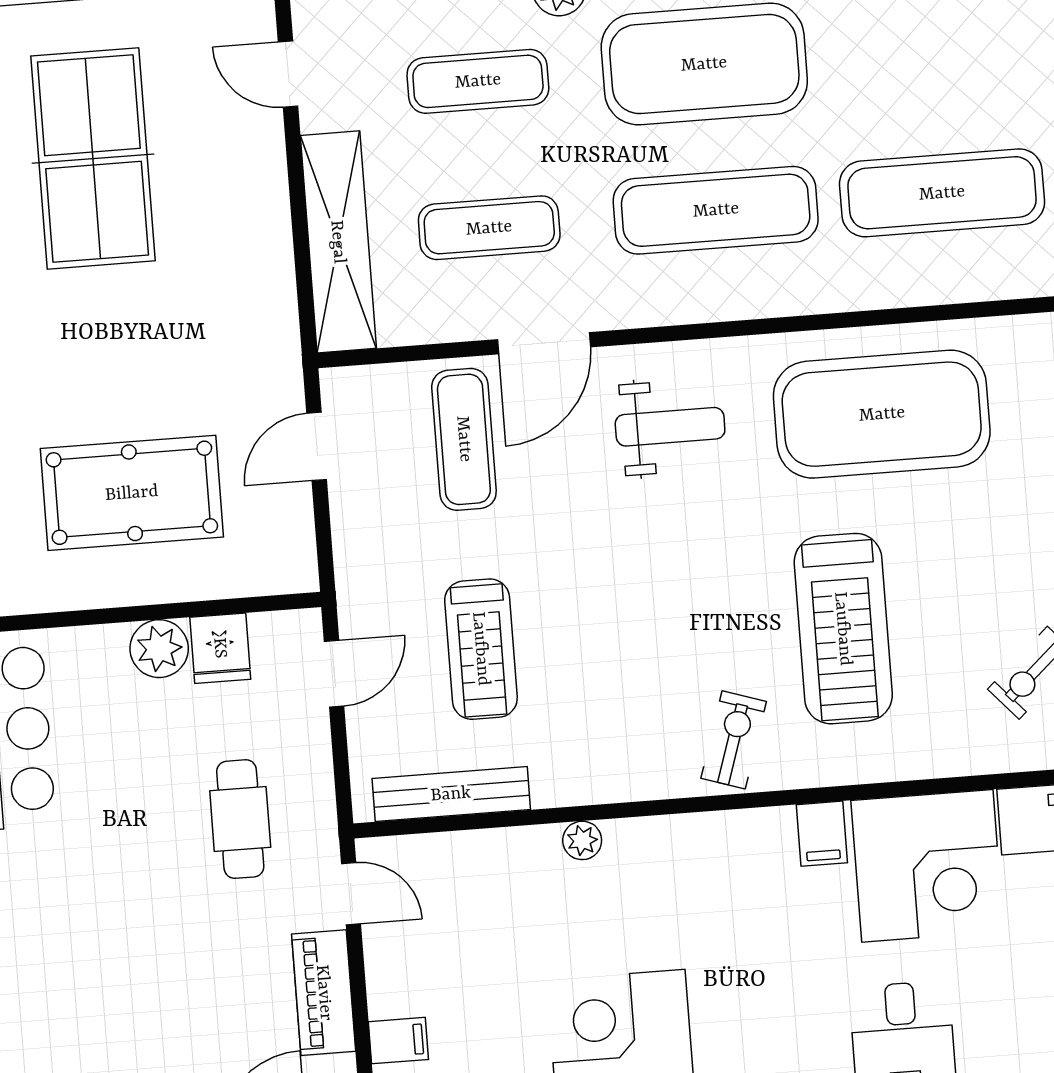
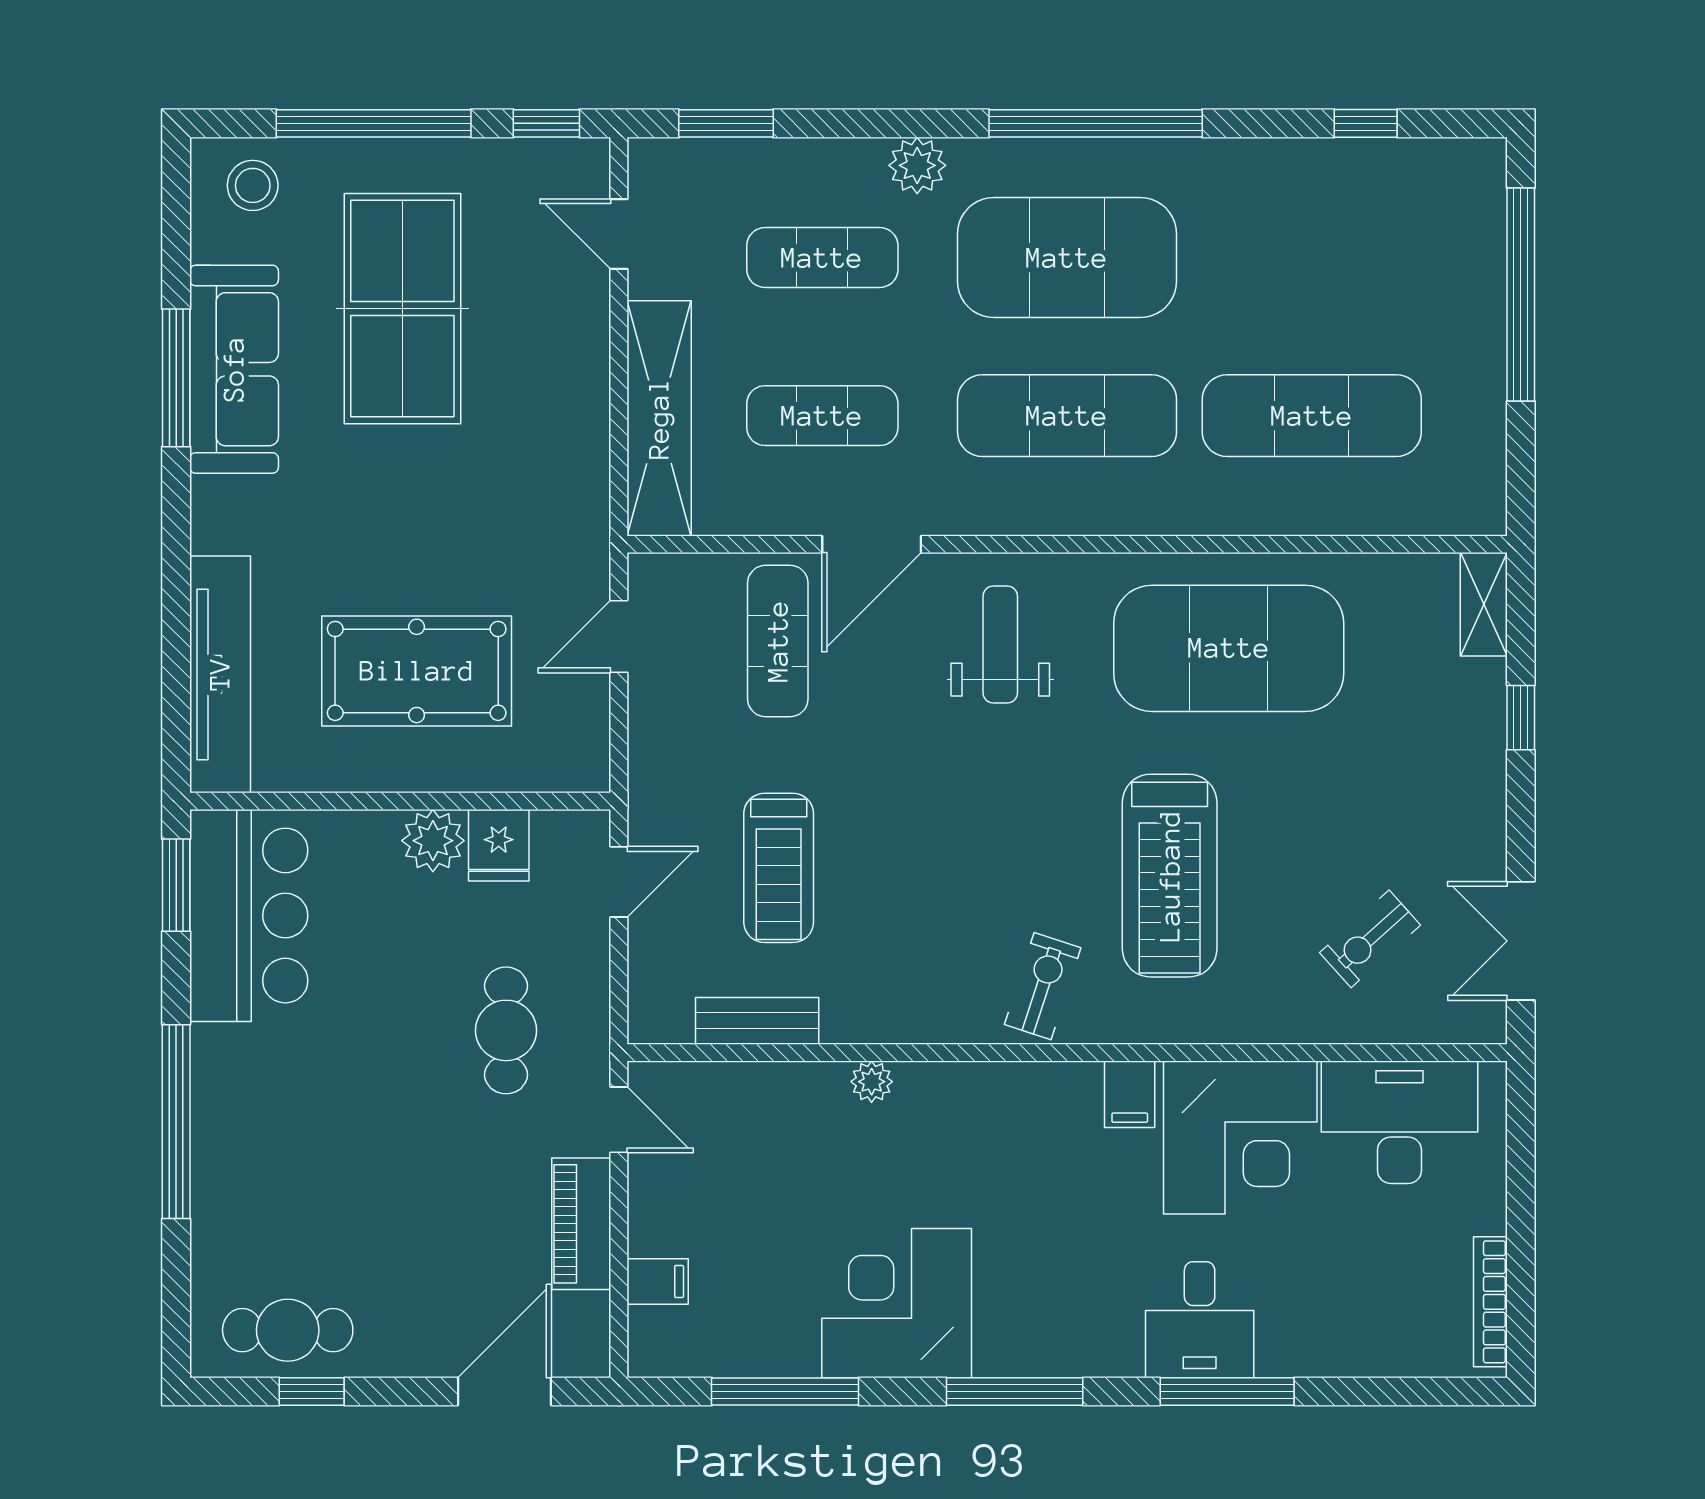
weight bench: (670, 427) -> (1000, 644), turned -90
bench: (451, 794) -> (757, 1021), width x0.73

